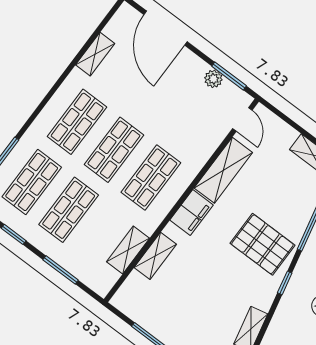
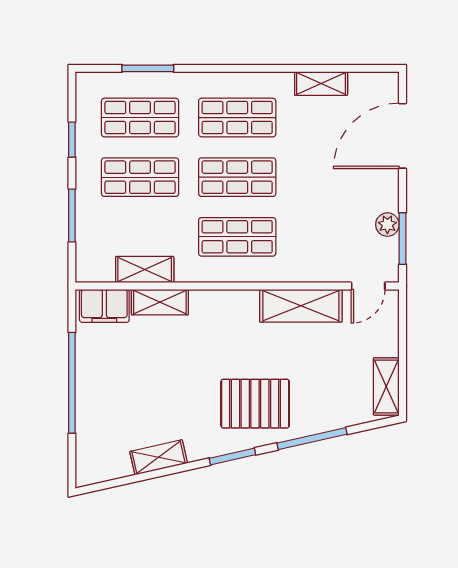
filing cabinet: (191, 213) -> (104, 306), moved
pallet: (262, 244) -> (255, 404), turned 90
window: (285, 283) -> (232, 457), width x1.50

